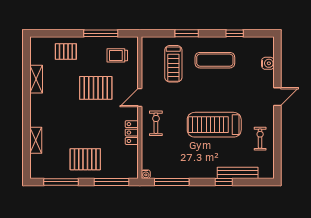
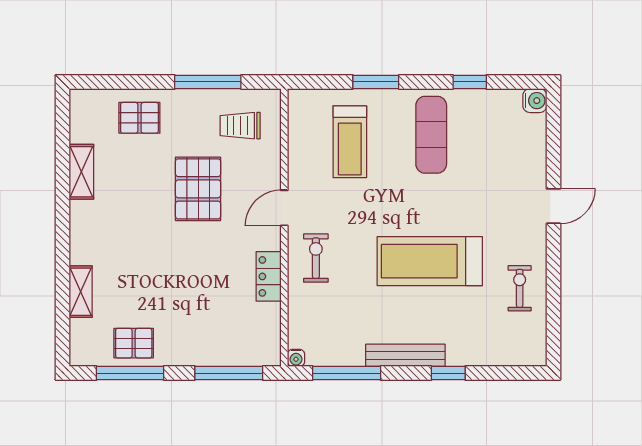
exercise mat: (215, 60) -> (431, 135), turned 90
water cooler: (268, 63) -> (535, 101), moved
pallet: (96, 88) -> (198, 189), turned 90
pallet: (85, 159) -> (134, 343), moved, width x0.67, depth x0.71
bench: (238, 173) -> (405, 355), moved

